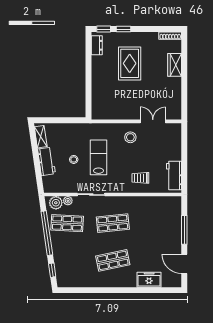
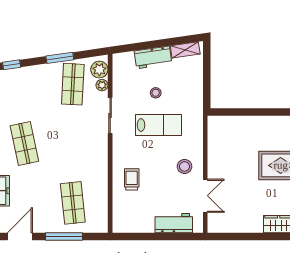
workbench: (174, 175) -> (174, 223), moved
shop shelf: (113, 223) -> (73, 203), moved
window: (47, 233) -> (60, 58), width x0.47

